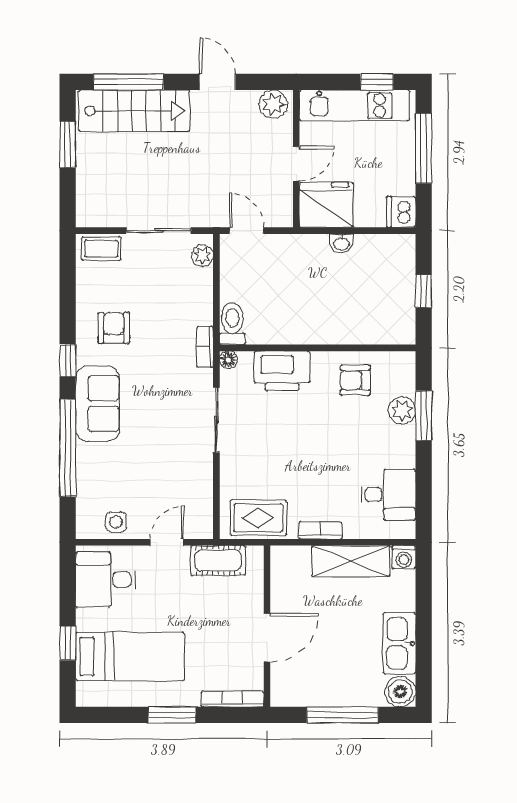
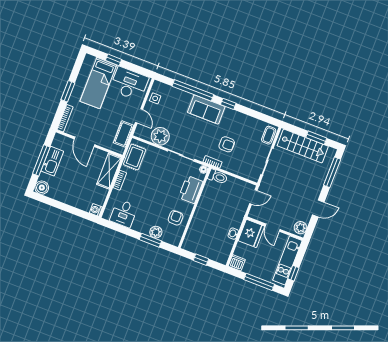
stairs: (134, 111) -> (303, 146), moved, turned -90
plant: (202, 256) -> (160, 136), moved, width x1.88, depth x1.88
armchair: (114, 328) -> (227, 144), moved
shelving: (351, 561) -> (109, 171), moved
desk: (106, 580) -> (129, 84), width x1.37
kitchen sink: (399, 643) -> (52, 161), moved, turned 90

